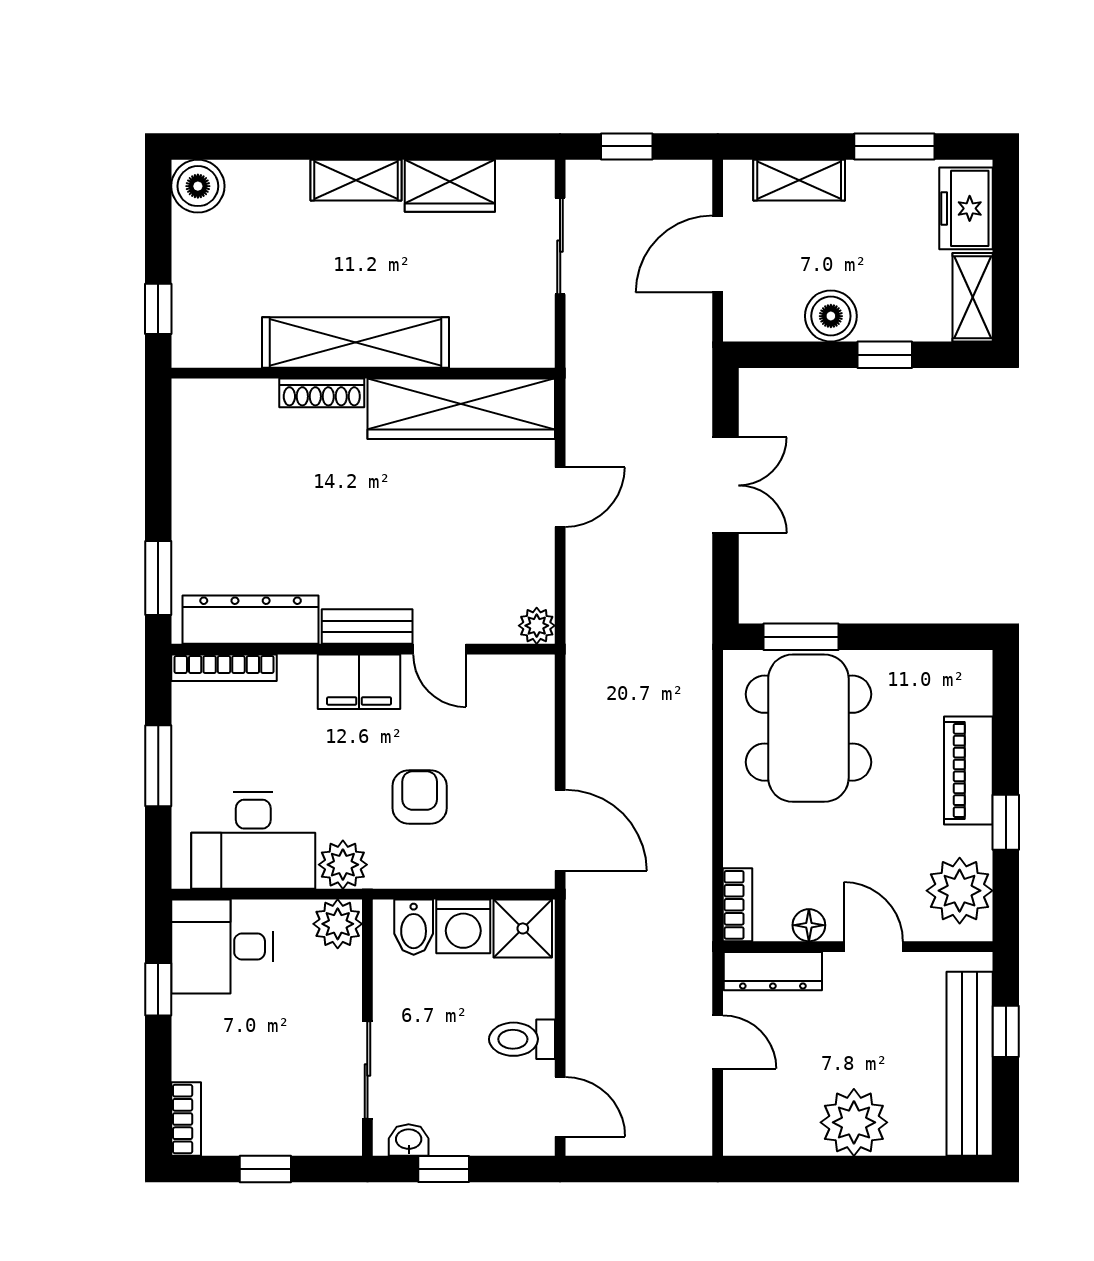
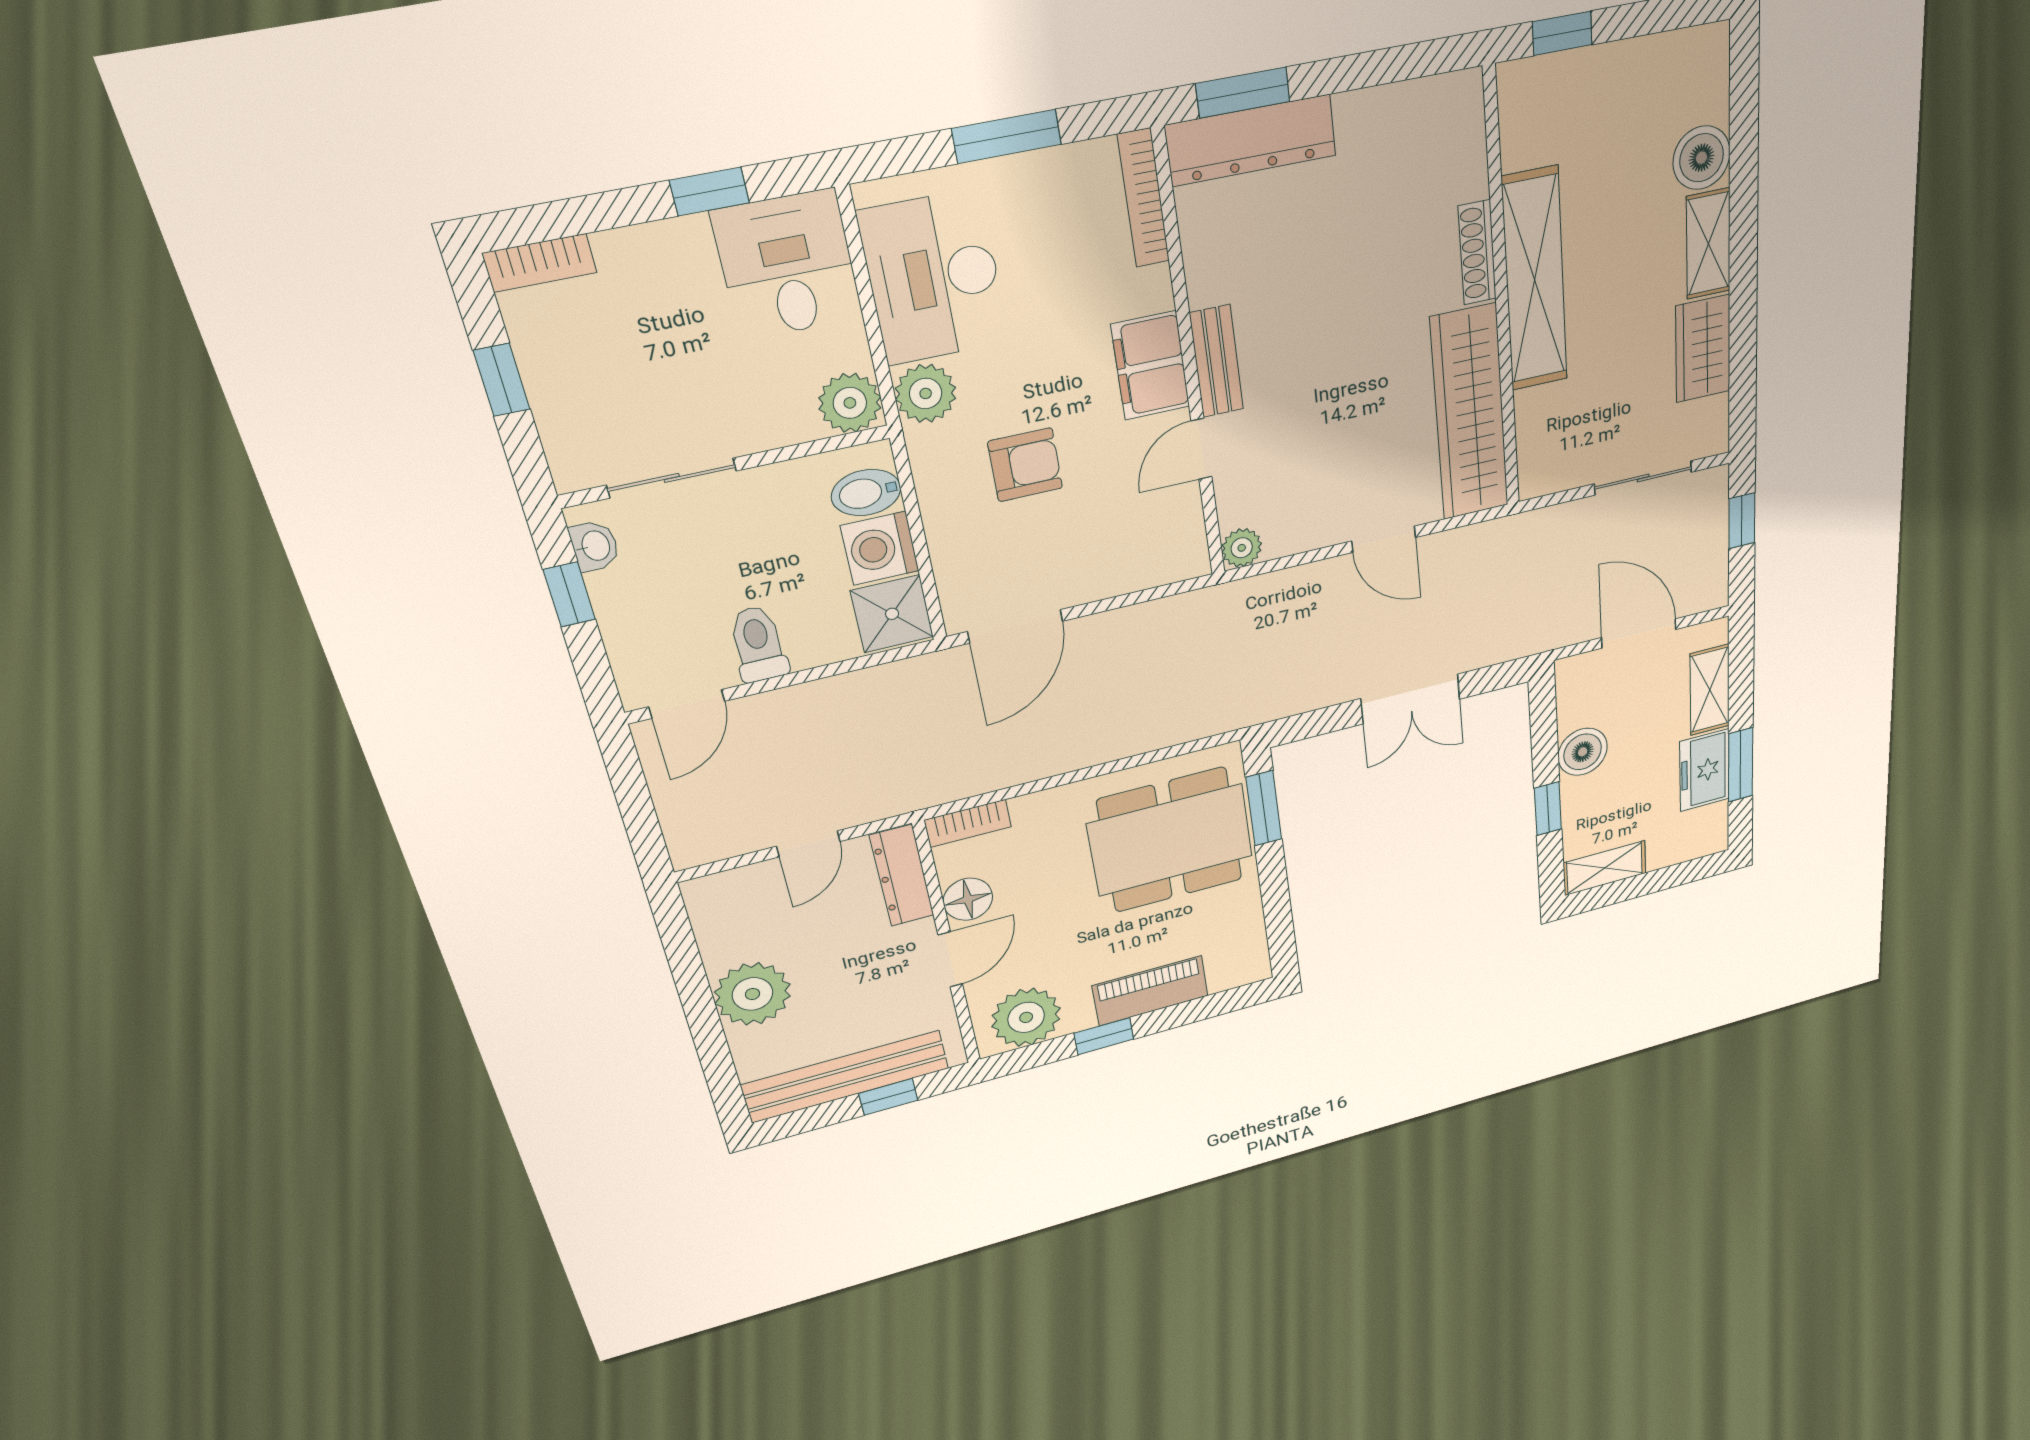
boiler: (198, 186) -> (1702, 158), moved
freezer: (966, 208) -> (1704, 770), moved, turned -90
dresser: (251, 620) -> (1251, 140), moved, turned 90
floor lamp: (809, 925) -> (968, 899), width x1.37, depth x1.37

